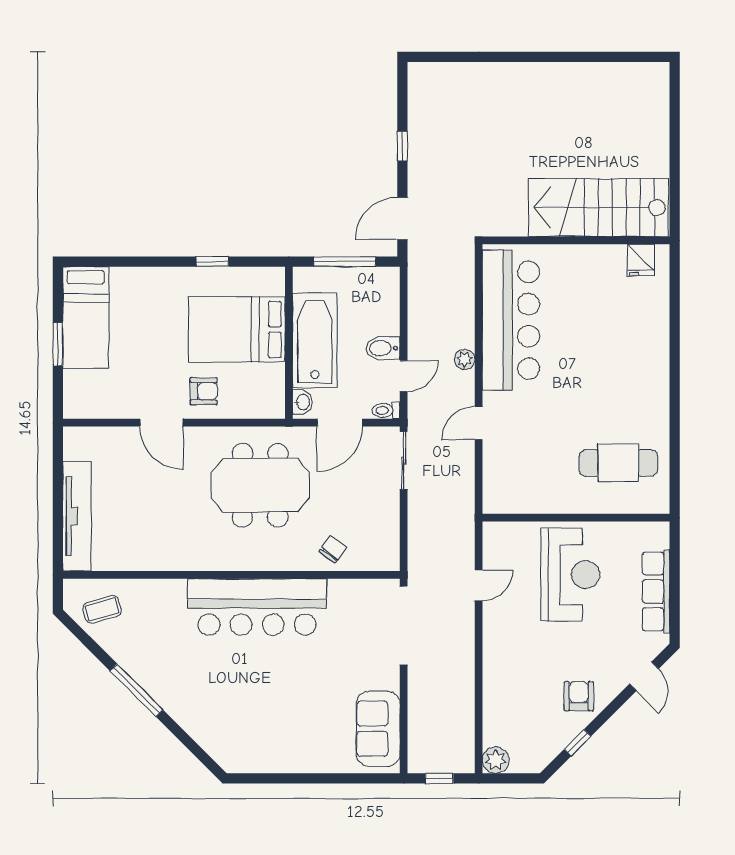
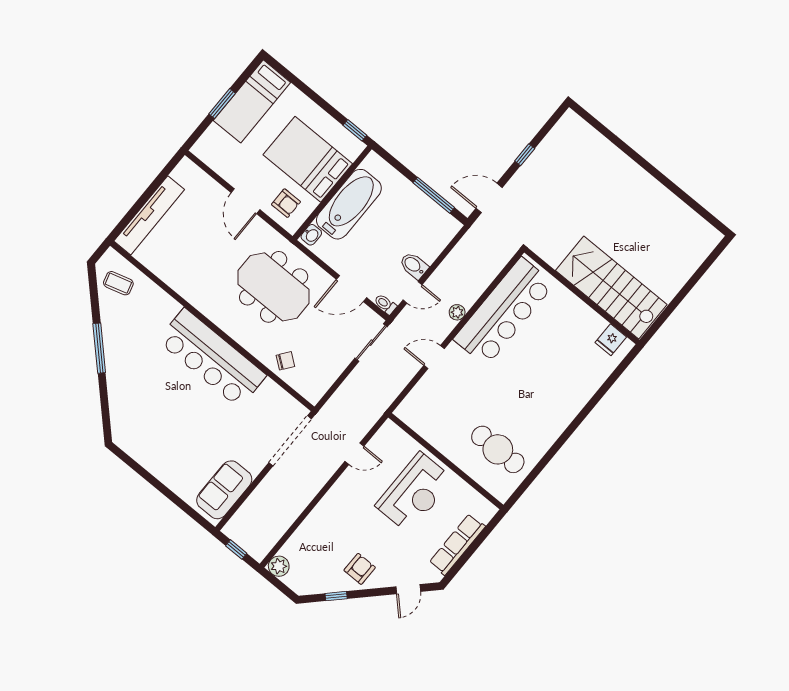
bed: (237, 329) -> (308, 159), moved
bathtub: (315, 340) -> (349, 204), moved
wall: (289, 343) -> (332, 193), moved
washbasin: (302, 402) -> (311, 235), moved

